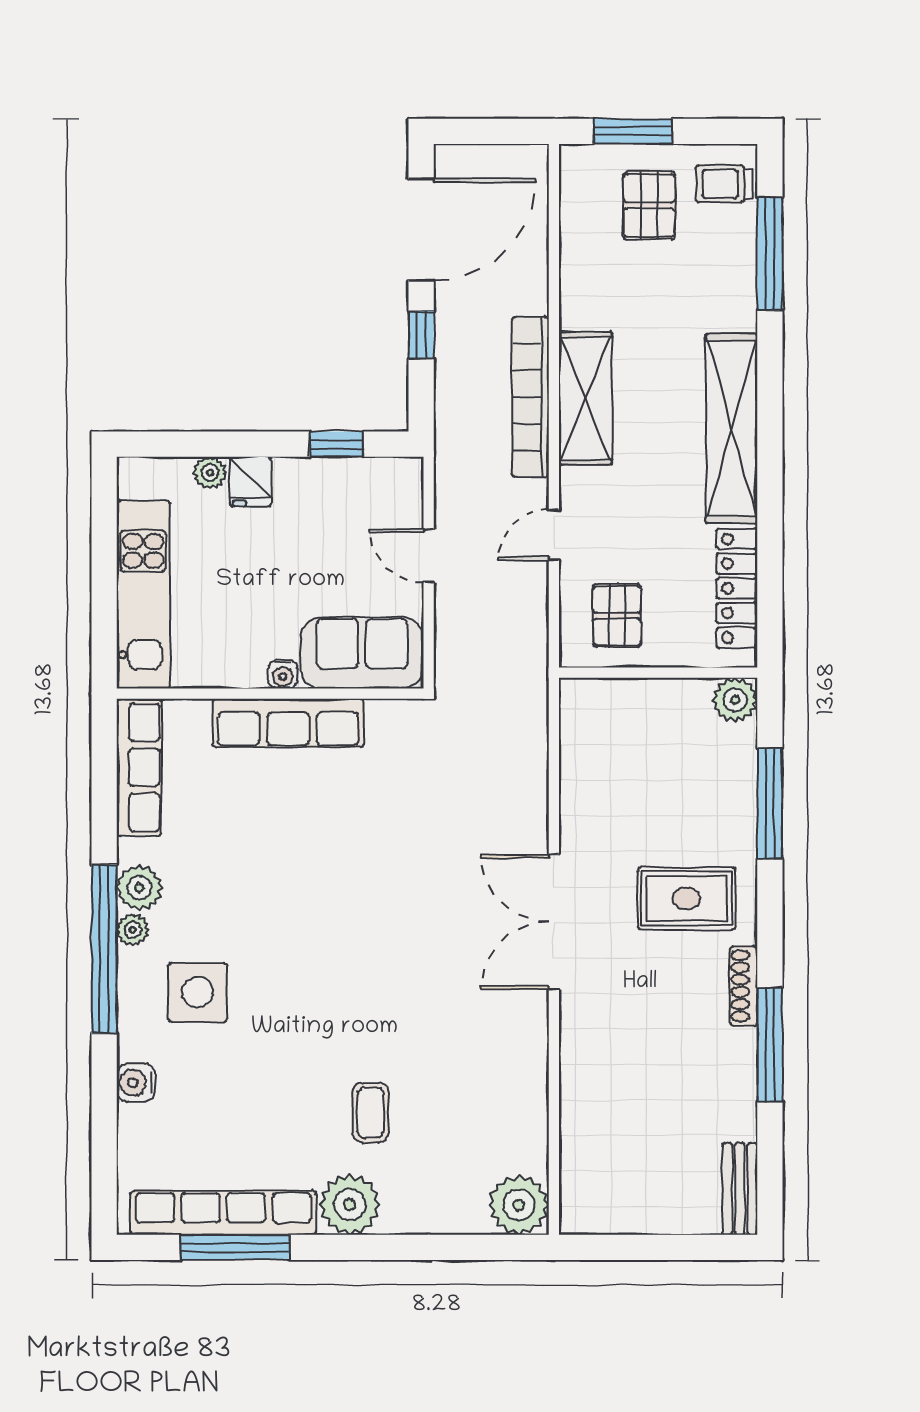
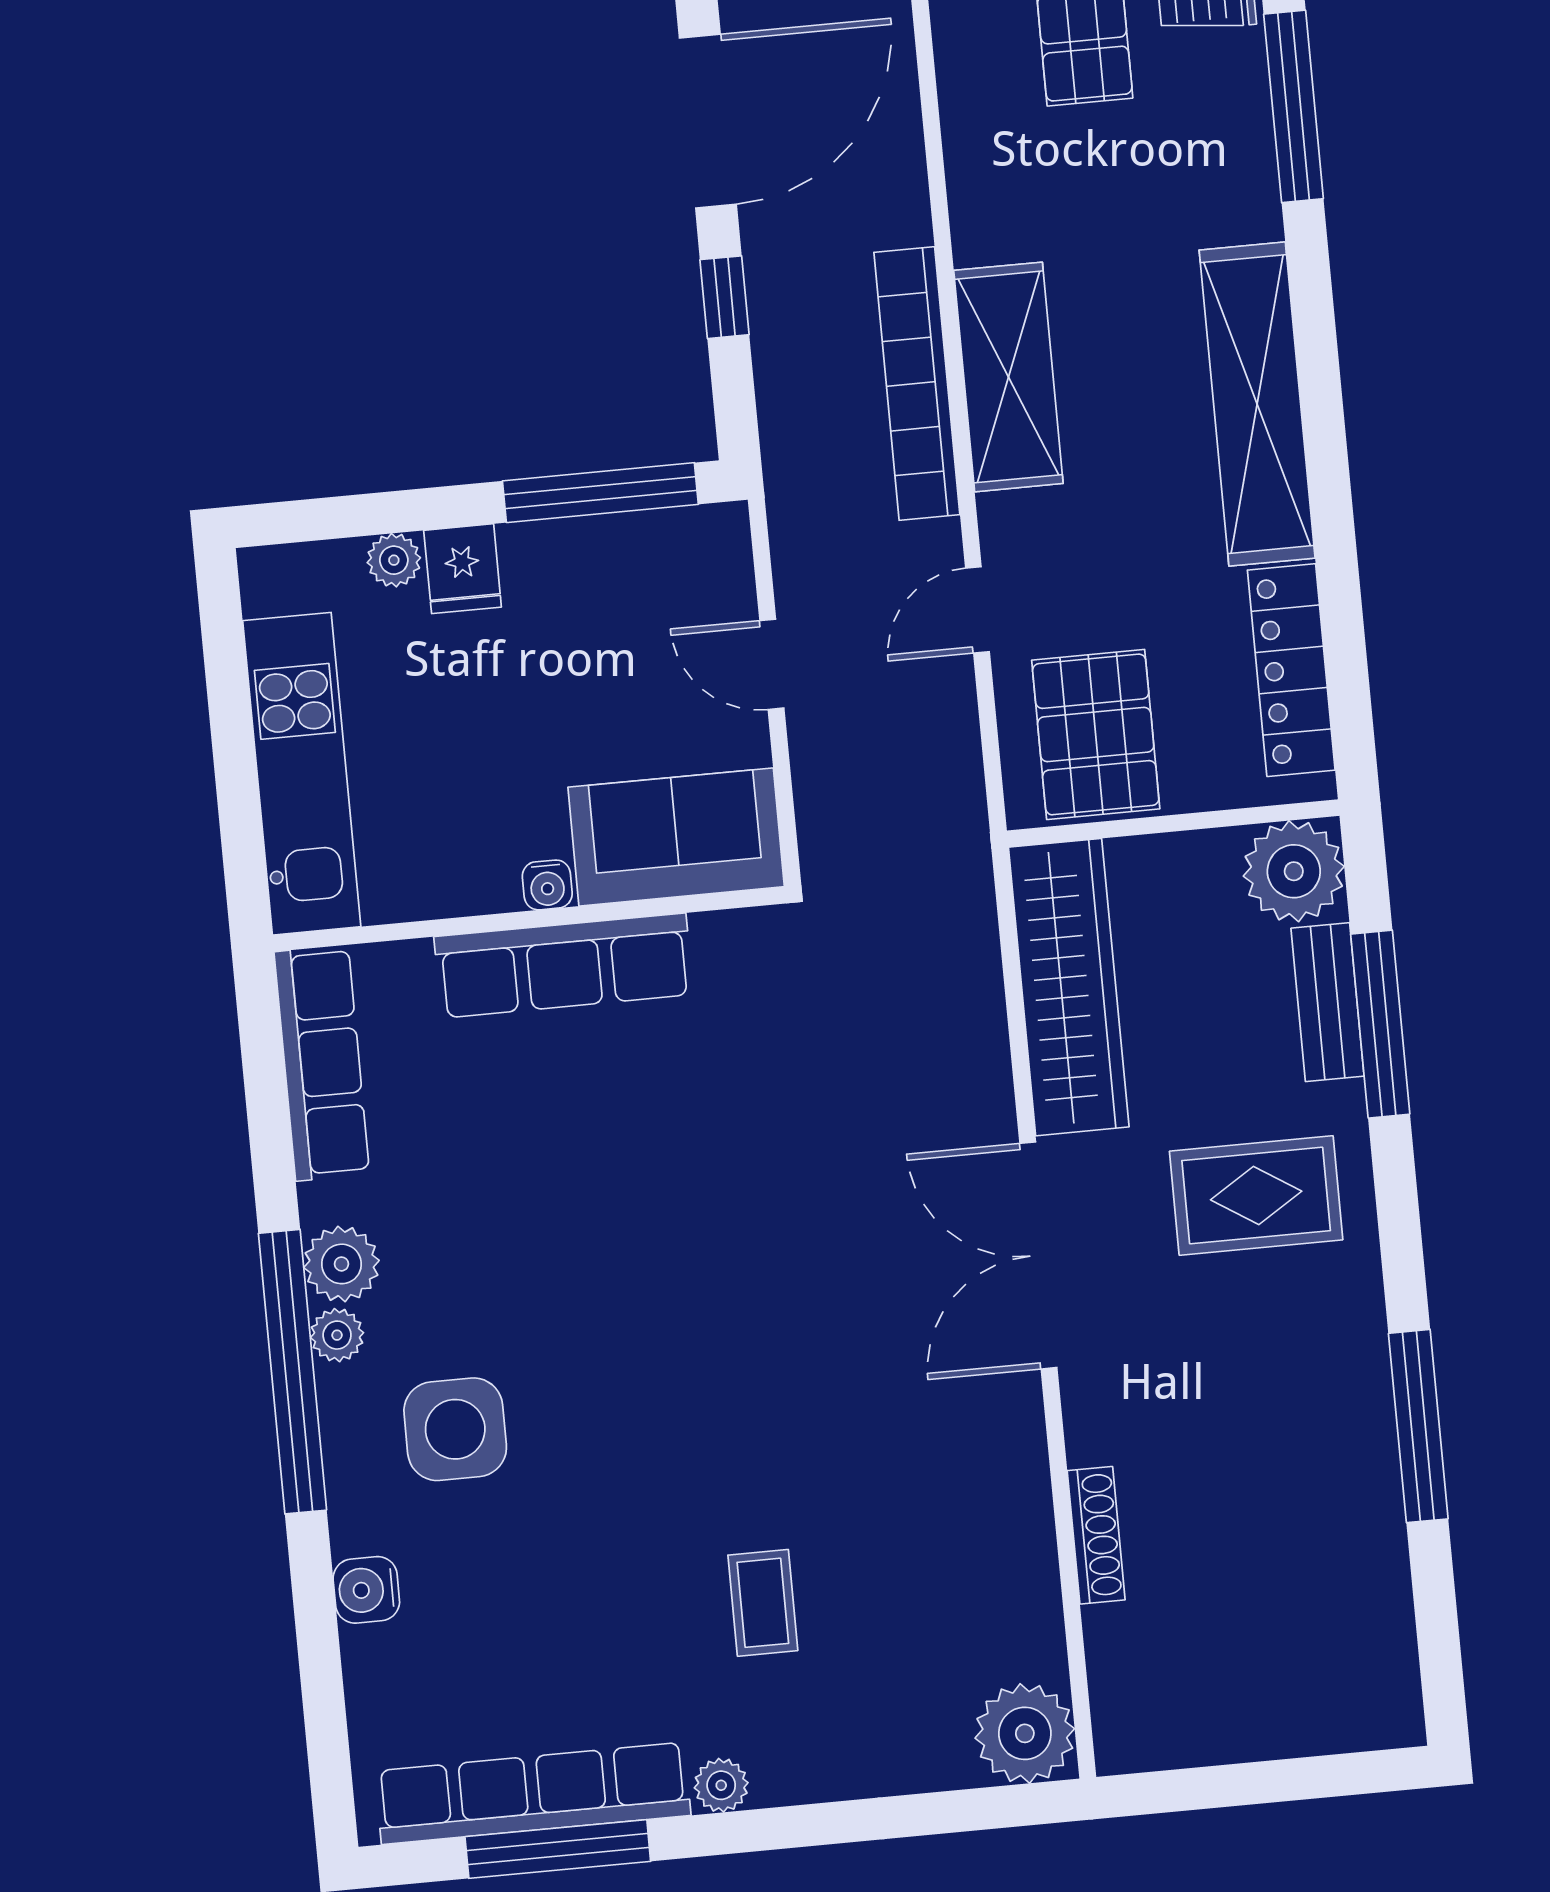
window: (336, 444) -> (600, 493), width x2.17
pallet: (617, 616) -> (1096, 734), width x1.50, depth x1.42
plant: (735, 700) -> (1294, 871), width x1.36, depth x1.36
wardrobe: (587, 764) -> (1069, 987), added
shoe rack: (744, 986) -> (1096, 1535), moved, turned 180
bench: (740, 1189) -> (1328, 1002), moved
plant: (350, 1205) -> (721, 1785), width x0.53, depth x0.53

